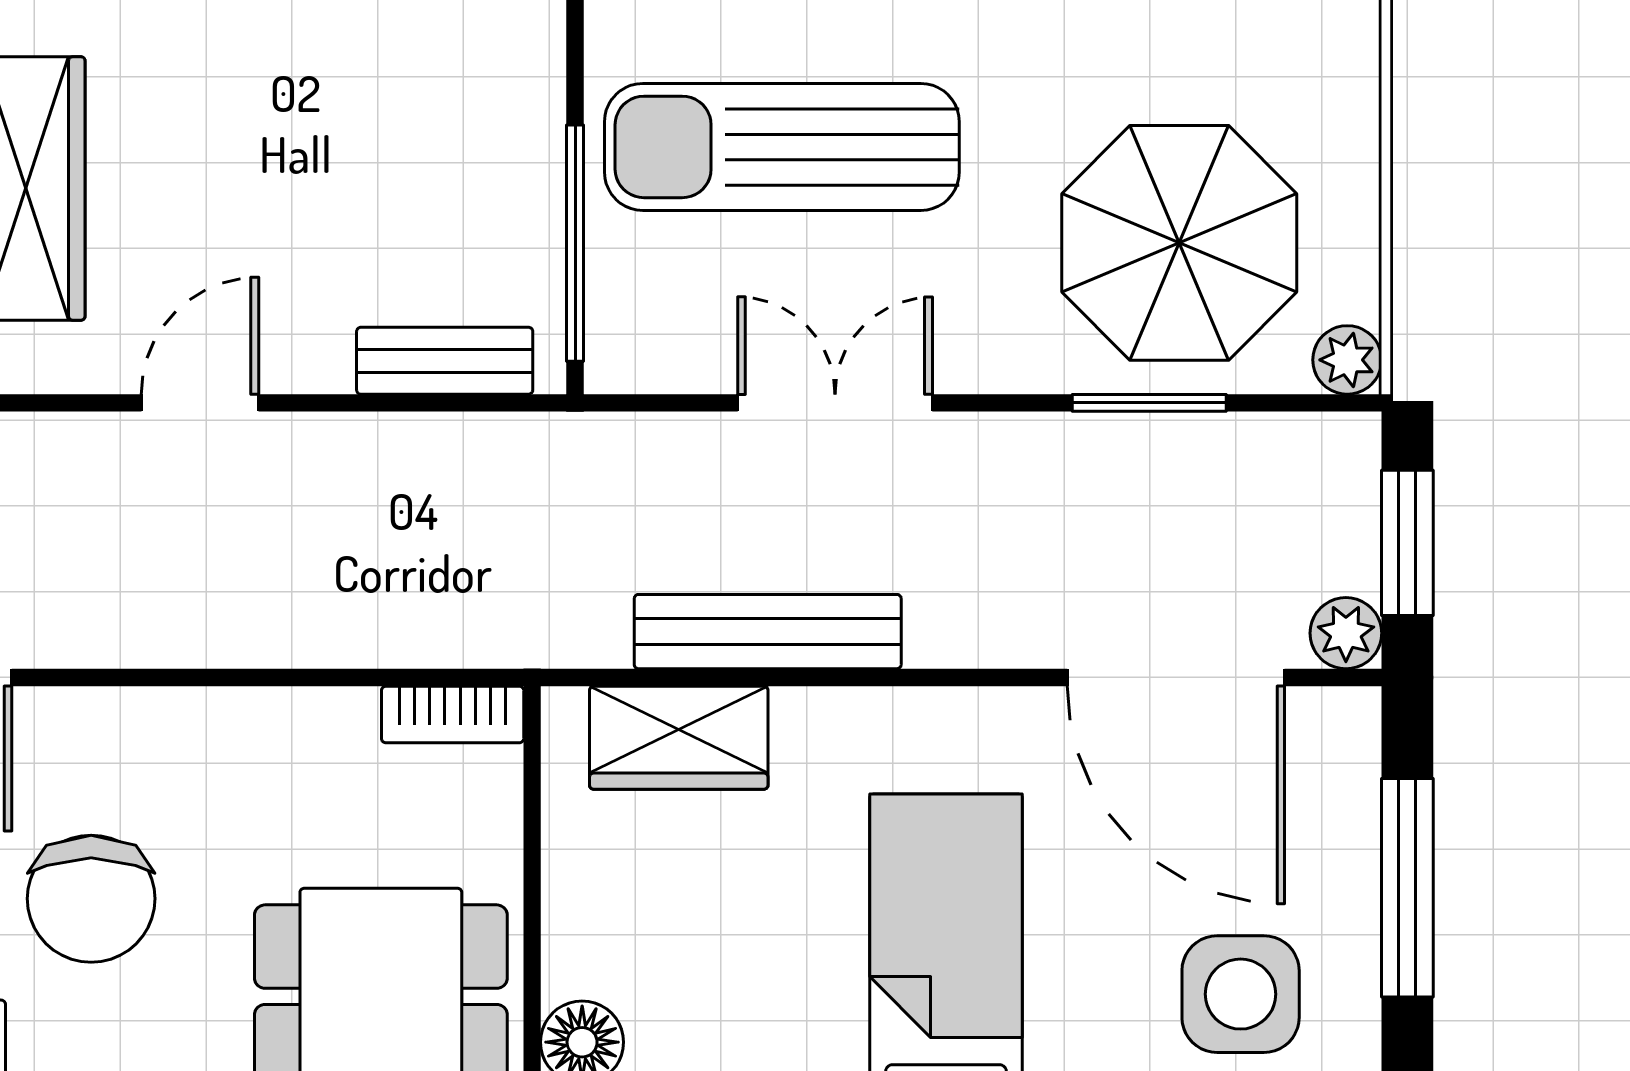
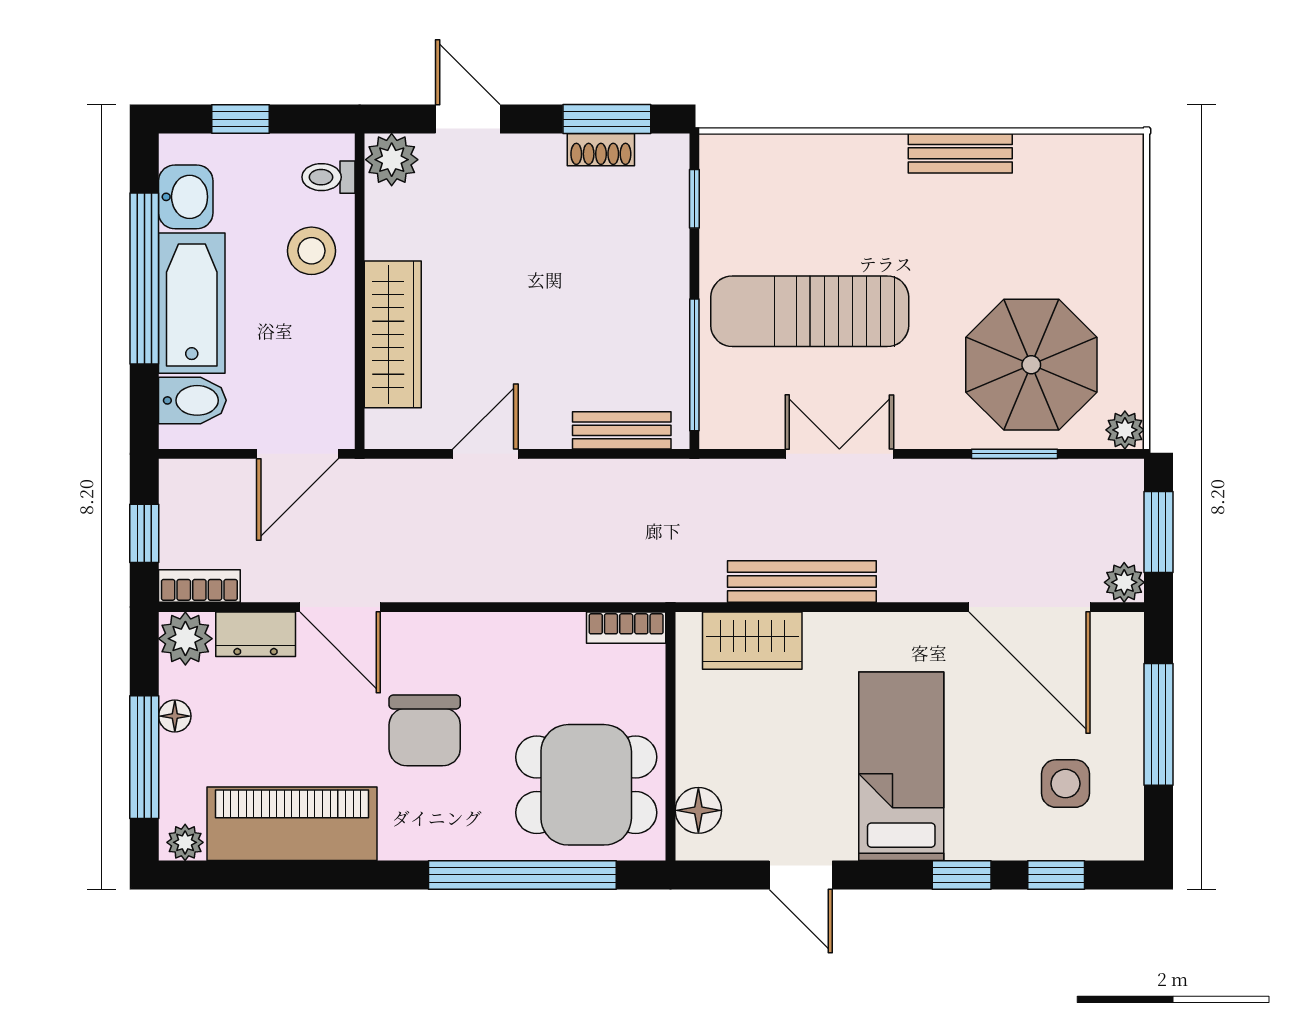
side table: (1241, 994) -> (1065, 784), width x0.73, depth x0.73

